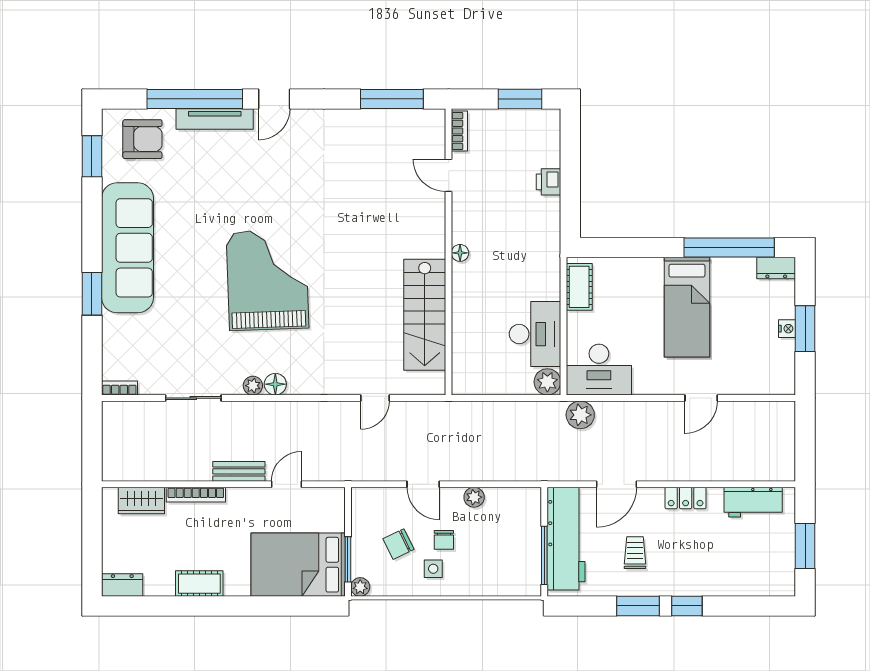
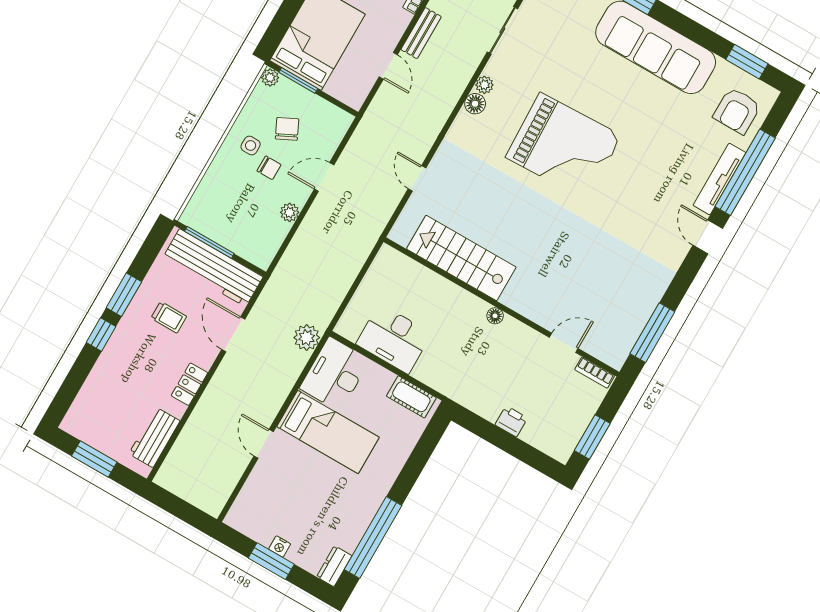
bed: (687, 307) -> (328, 432), moved, turned 180
plant: (547, 382) -> (349, 326), removed
chair: (444, 540) -> (269, 168), turned 180

